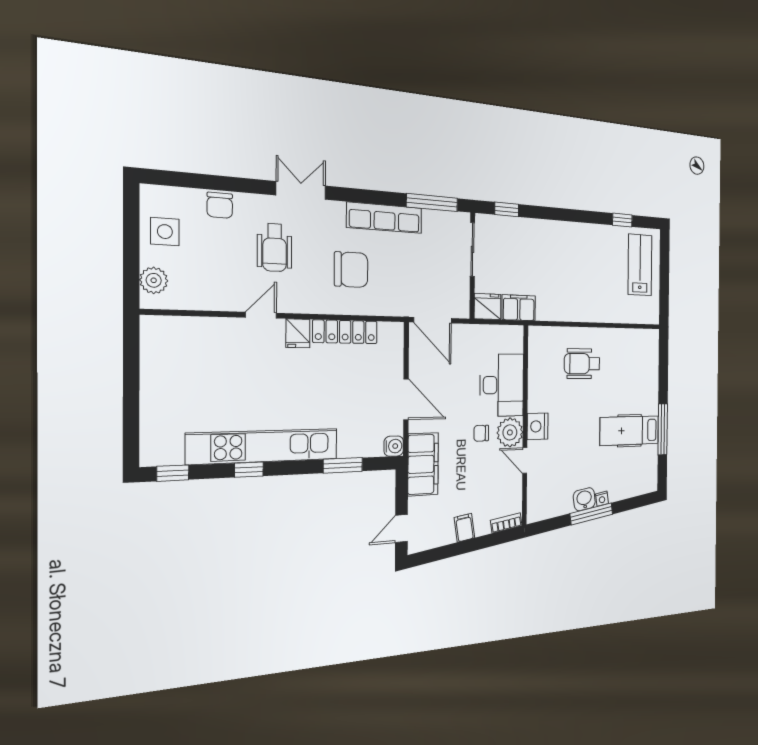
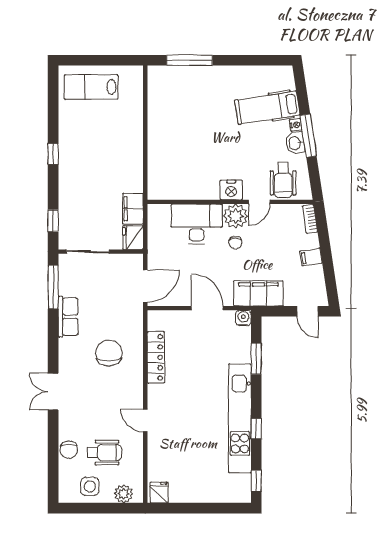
chair: (220, 205) -> (69, 450), turned 90
row of seats: (385, 218) -> (68, 317), width x0.68
window: (622, 220) -> (53, 154), moved
wheelchair: (275, 248) -> (104, 453), moved
fridge: (298, 333) -> (159, 493), moved, turned -90
wheelchair: (582, 364) -> (283, 180), moved
door: (406, 399) -> (207, 308), hinge flipped
window: (663, 429) -> (189, 60), moved
hospital bed: (630, 431) -> (267, 108), moved, turned 81

